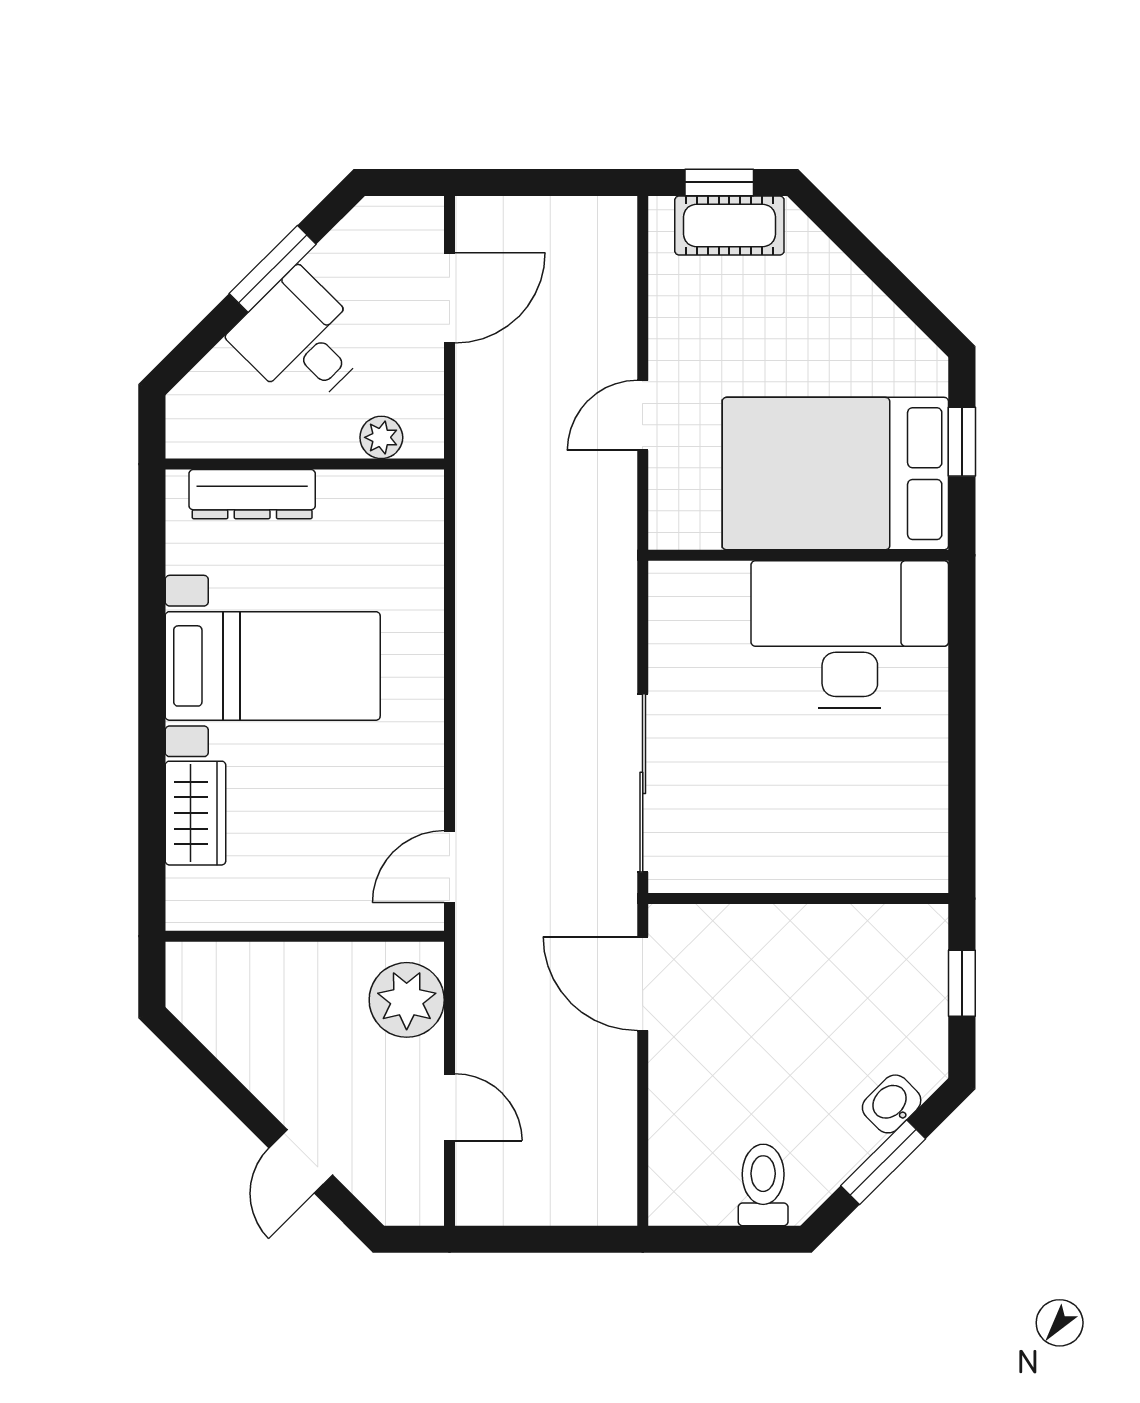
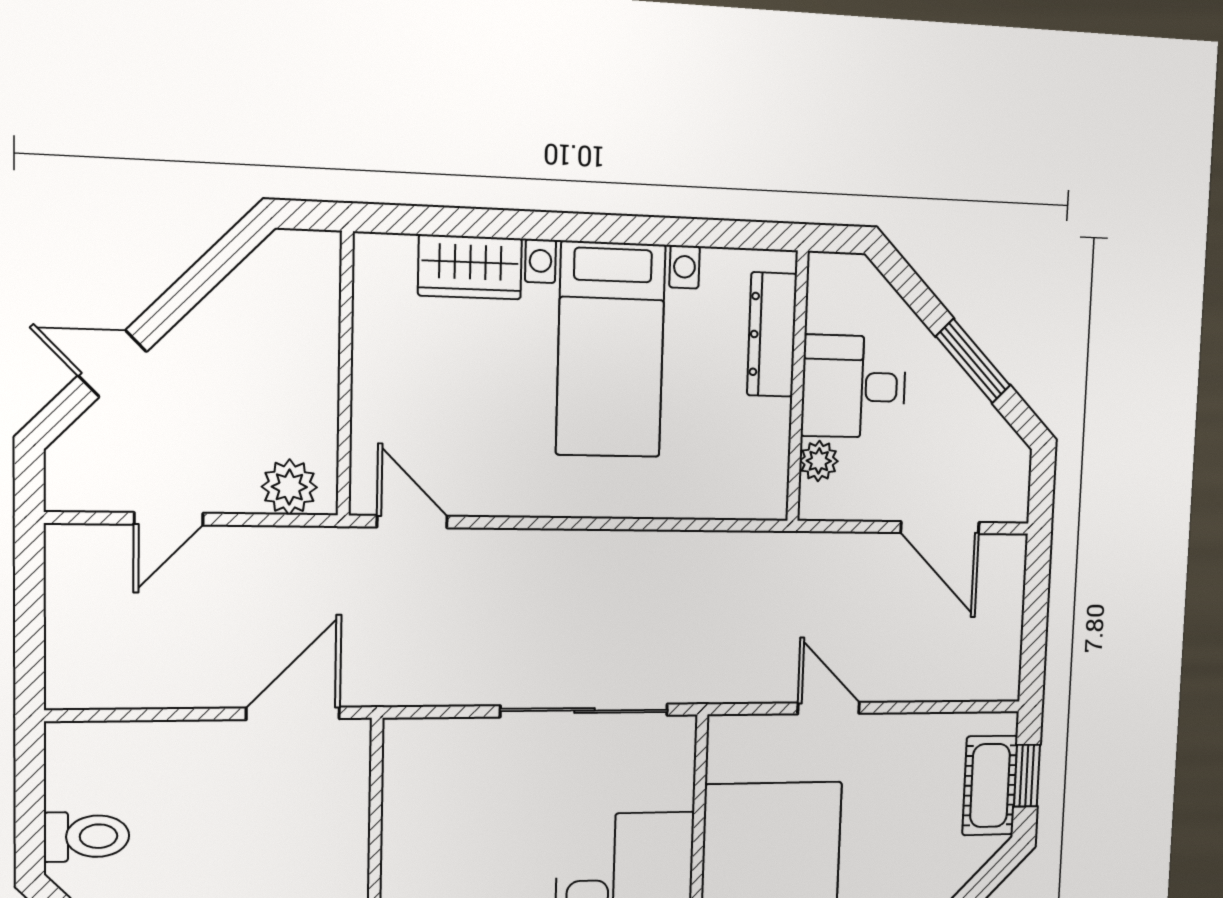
desk: (301, 340) -> (854, 387), moved, turned -135
sliding door: (643, 783) -> (585, 710), moved
plant: (407, 1000) -> (289, 487), width x0.73, depth x0.73

